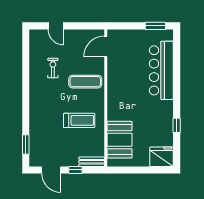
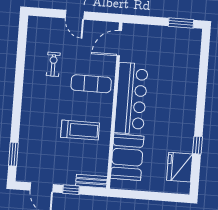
door: (56, 26) -> (75, 15), moved
bar counter: (161, 70) -> (131, 98), moved, turned 180
fridge: (162, 157) -> (180, 167), moved, turned -90

